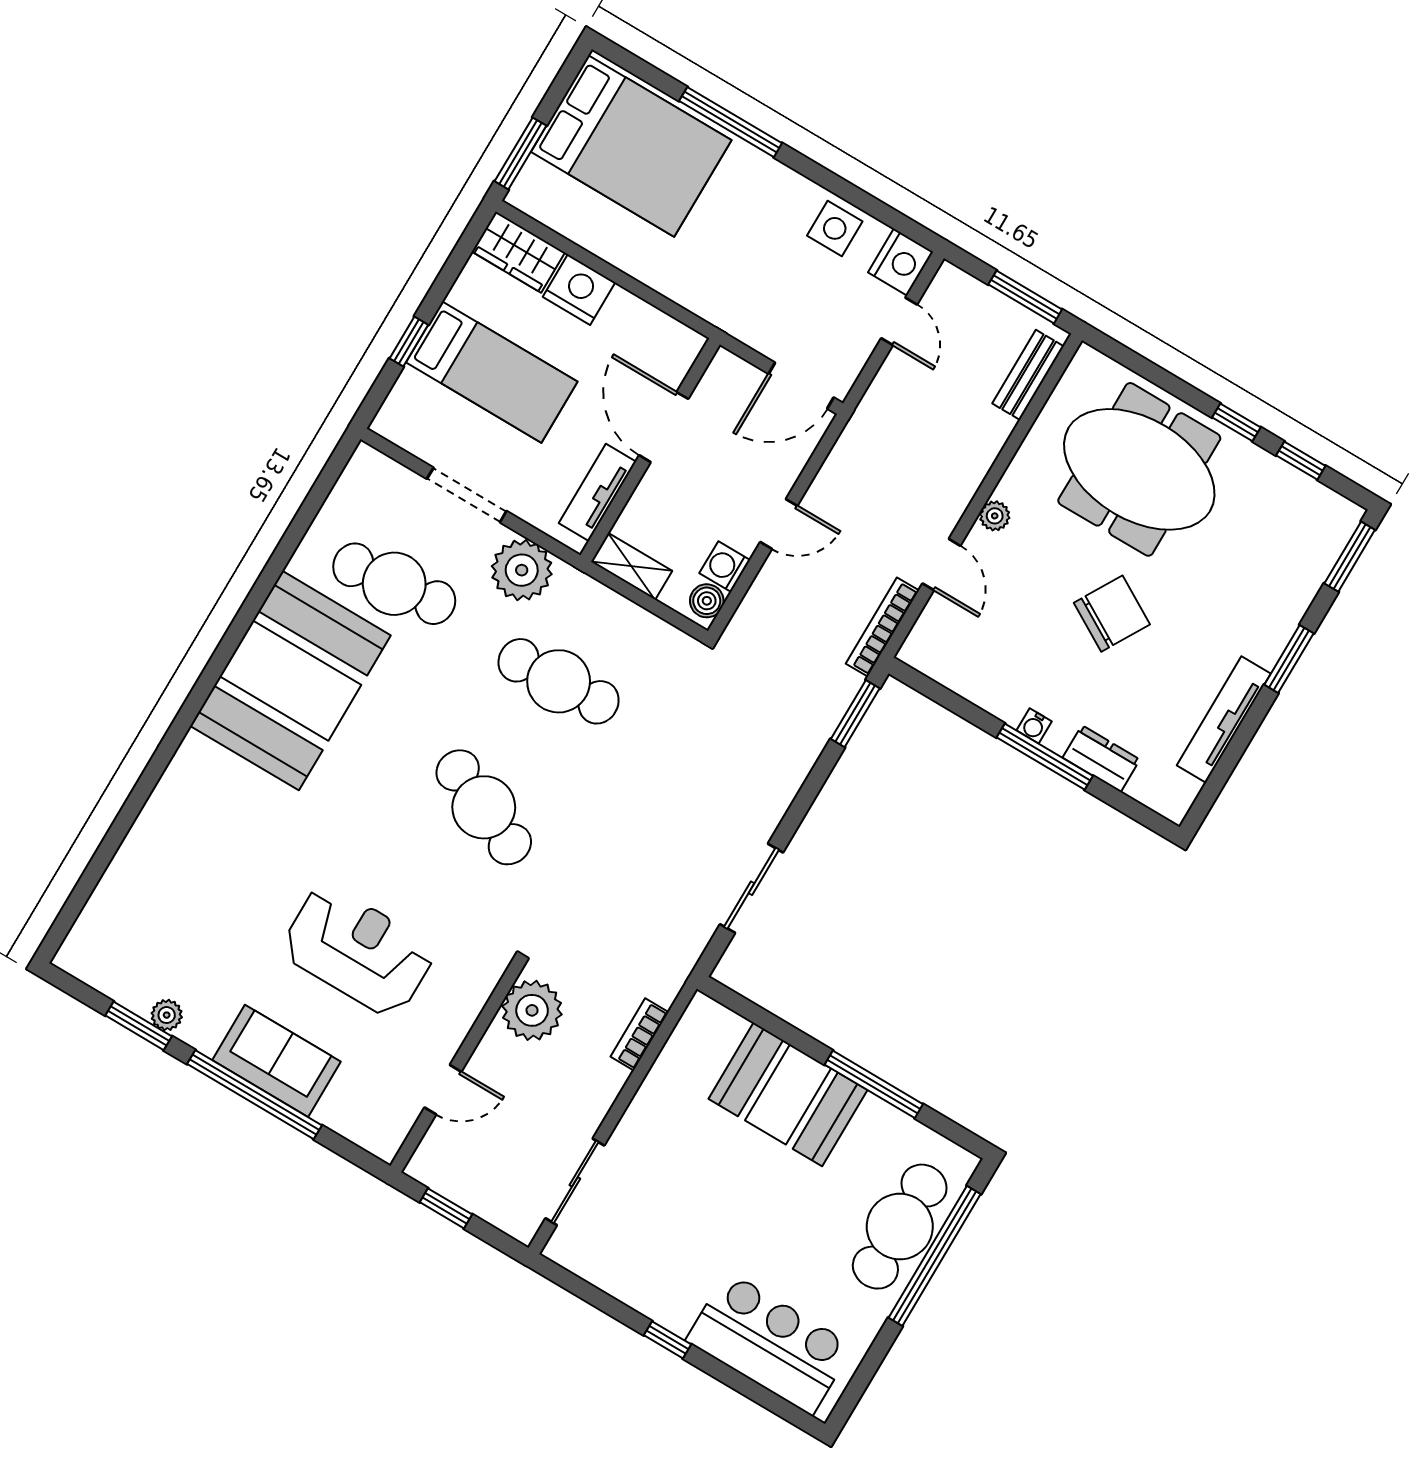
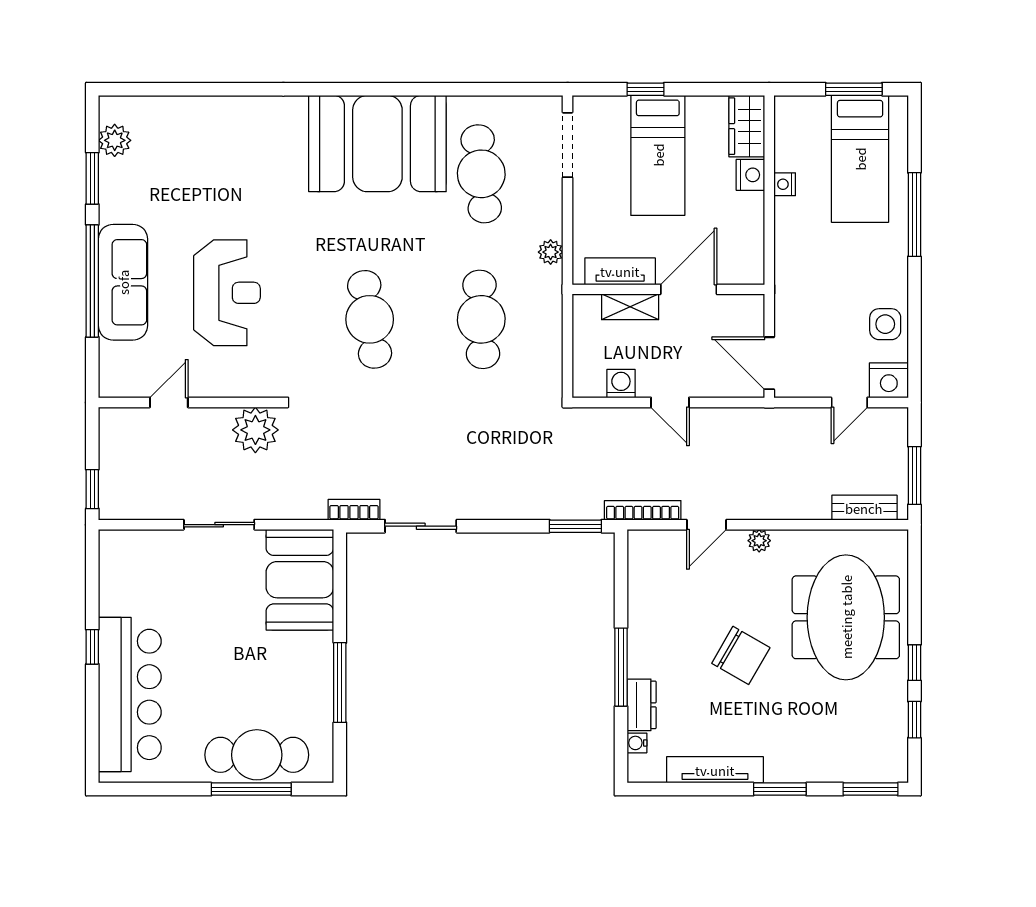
bed: (631, 146) -> (860, 159), width x0.67
window: (521, 153) -> (854, 89), moved
nightstand: (609, 248) -> (785, 184), added
nightstand: (579, 290) -> (750, 175), width x0.74, depth x0.75
doorway: (467, 495) -> (568, 145), moved
shelving: (632, 566) -> (630, 307), moved, turned 90
plant: (522, 570) -> (551, 252), width x0.53, depth x0.53
boiler: (707, 601) -> (592, 385), removed
water cooler: (1034, 726) -> (637, 743), moved
cafe table: (484, 807) -> (370, 319), turned -33
plant: (167, 1015) -> (115, 140), moved, width x1.38, depth x1.38
bookcase: (640, 1034) -> (354, 510), moved
sofa: (277, 1061) -> (123, 282), width x1.36
door: (443, 1090) -> (169, 402), swing flipped
booth: (788, 1094) -> (300, 580), moved
sliding door: (575, 1182) -> (219, 525), moved
window: (446, 1208) -> (92, 489), moved
window: (935, 1256) -> (251, 789), width x0.68
bar counter: (770, 1343) -> (130, 694), width x1.36

